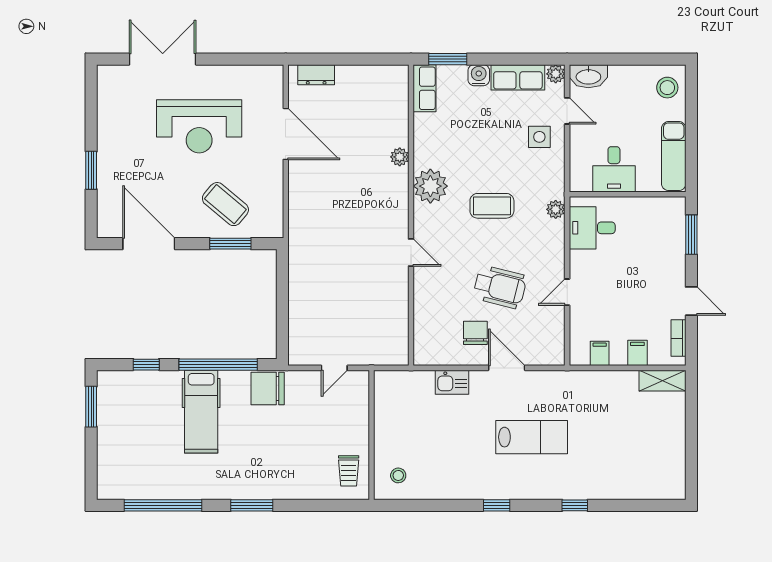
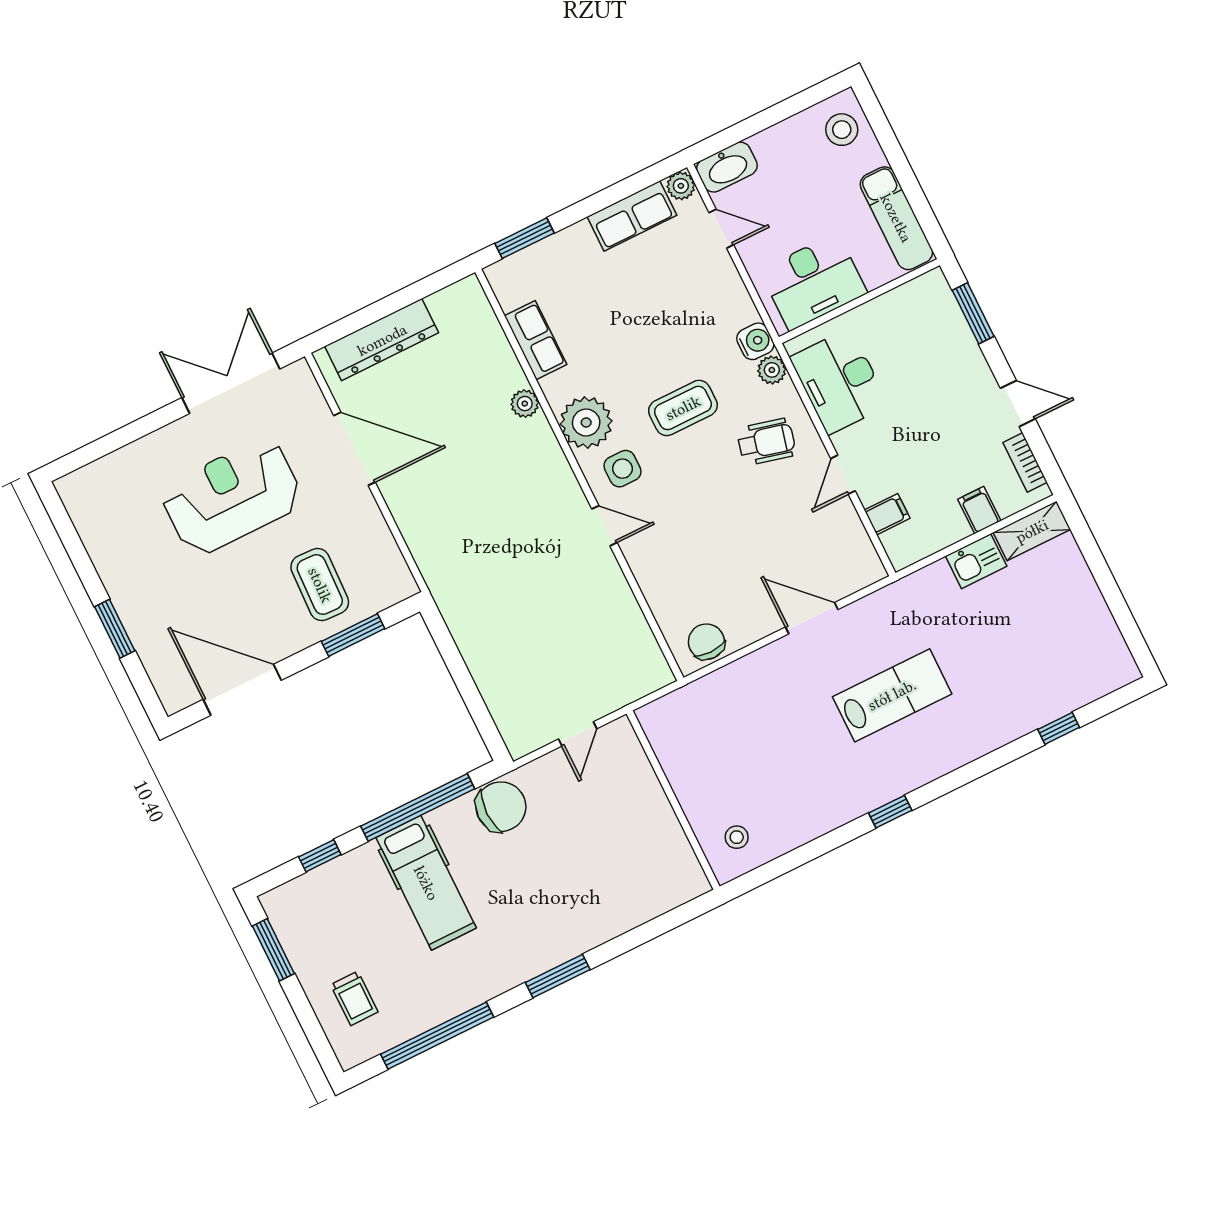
double door: (163, 59) -> (231, 383), moved
dresser: (316, 75) -> (382, 340), width x1.96, depth x1.24
water cooler: (479, 75) -> (755, 341), moved, turned 90
row of seats: (425, 88) -> (536, 340), moved
reception desk: (199, 126) -> (232, 497), turned 180
side table: (539, 137) -> (622, 469), moved
desk: (614, 169) -> (813, 282), width x1.37
coffee table: (225, 204) -> (320, 585), turned 52
desk: (592, 228) -> (839, 381), width x1.37
wheelchair: (500, 287) -> (766, 442), moved, width x0.73, depth x0.73
chair: (475, 333) -> (706, 642), moved
filing cabinet: (600, 353) -> (887, 514), moved, turned 90
kitchen sink: (452, 382) -> (976, 561), moved
chair: (268, 388) -> (501, 807), turned 180
trolley: (349, 471) -> (354, 998), moved
window: (575, 505) -> (1059, 728), moved

